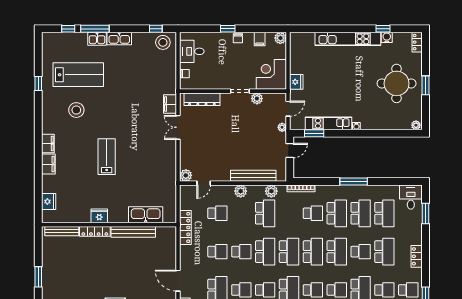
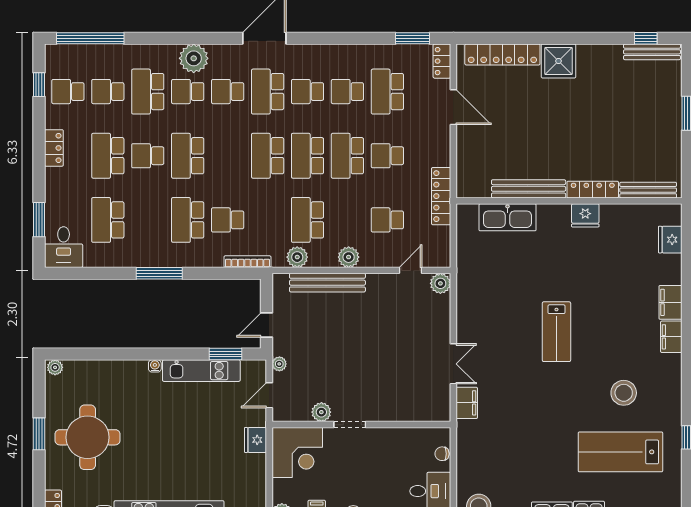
dresser: (202, 99) -> (413, 411), removed
lab bench: (107, 157) -> (556, 332), moved
school desk: (361, 213) -> (148, 220), removed
school desk: (241, 252) -> (347, 156), width x1.85
school desk: (313, 252) -> (228, 156), removed

